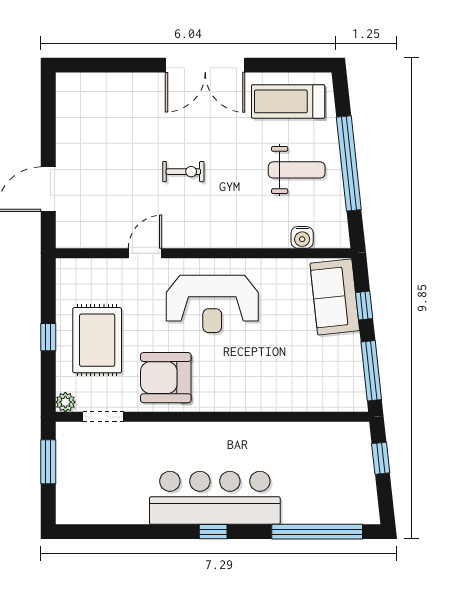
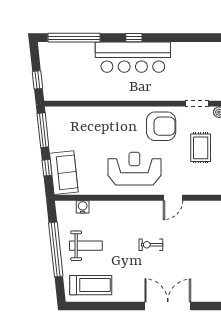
double door: (205, 65) -> (168, 306), moved
weight bench: (297, 170) -> (86, 246), turned 180
rug: (97, 340) -> (201, 148), width x0.73, depth x0.70

